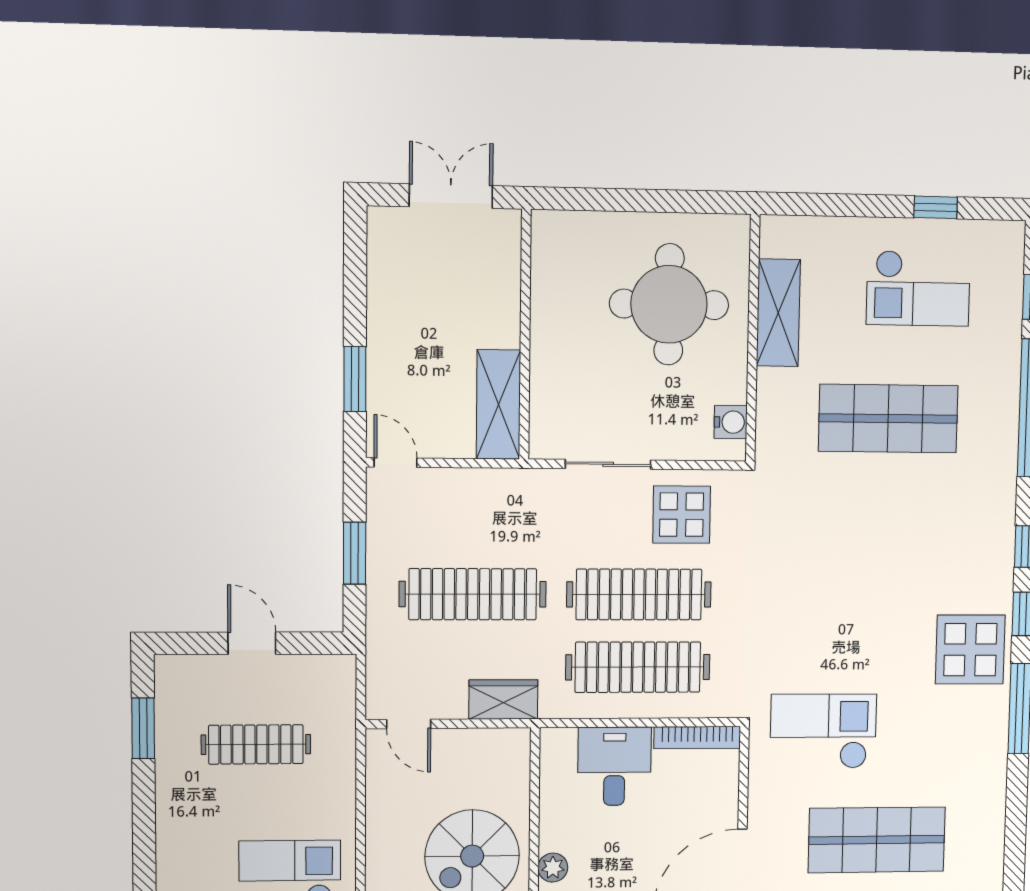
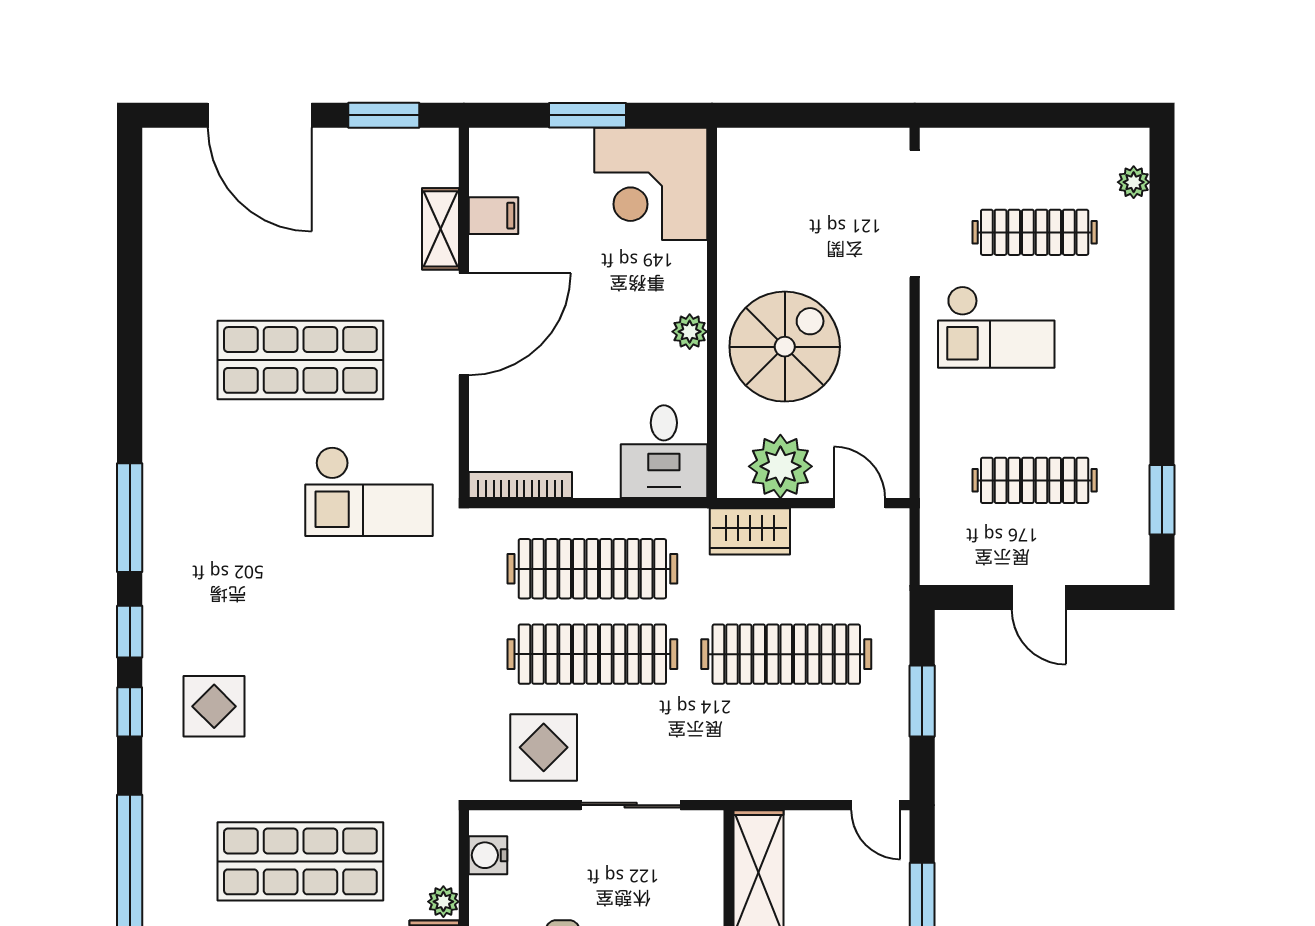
plant: (769, 382) -> (443, 902), added
display table: (970, 650) -> (214, 706), moved, width x0.73, depth x0.73
plant: (477, 755) -> (780, 466), added
desk: (614, 766) -> (664, 452), moved

